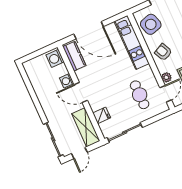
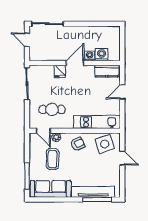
door: (89, 30) -> (122, 92), width x0.53
washing machine: (55, 58) -> (102, 55), moved
fridge: (102, 115) -> (60, 71), moved
shelving: (86, 127) -> (45, 54), removed

